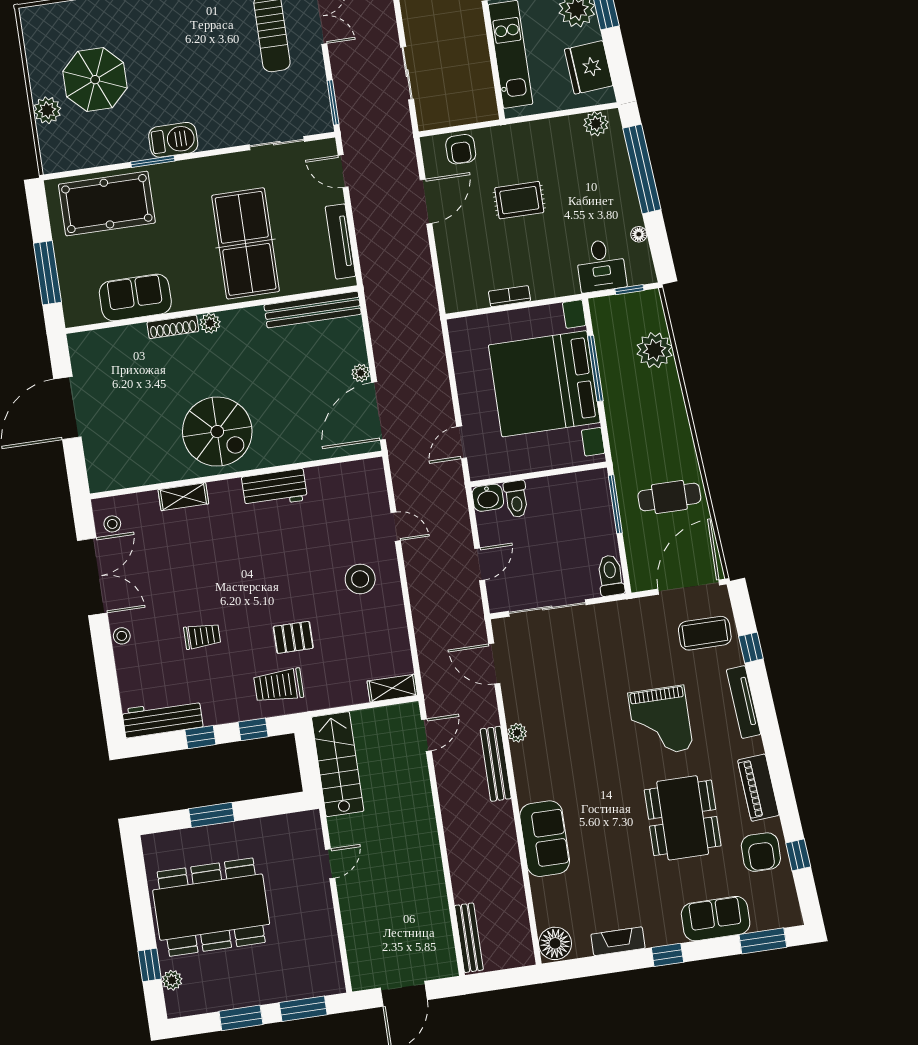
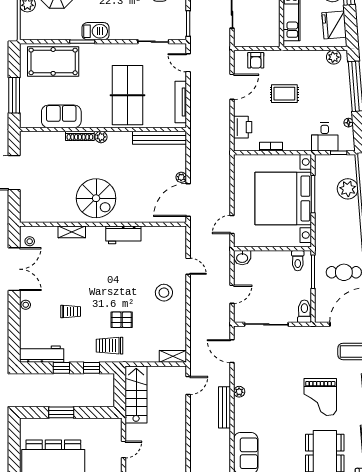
printer: (455, 269) -> (243, 127), added
toilet: (516, 499) -> (298, 261), moved

